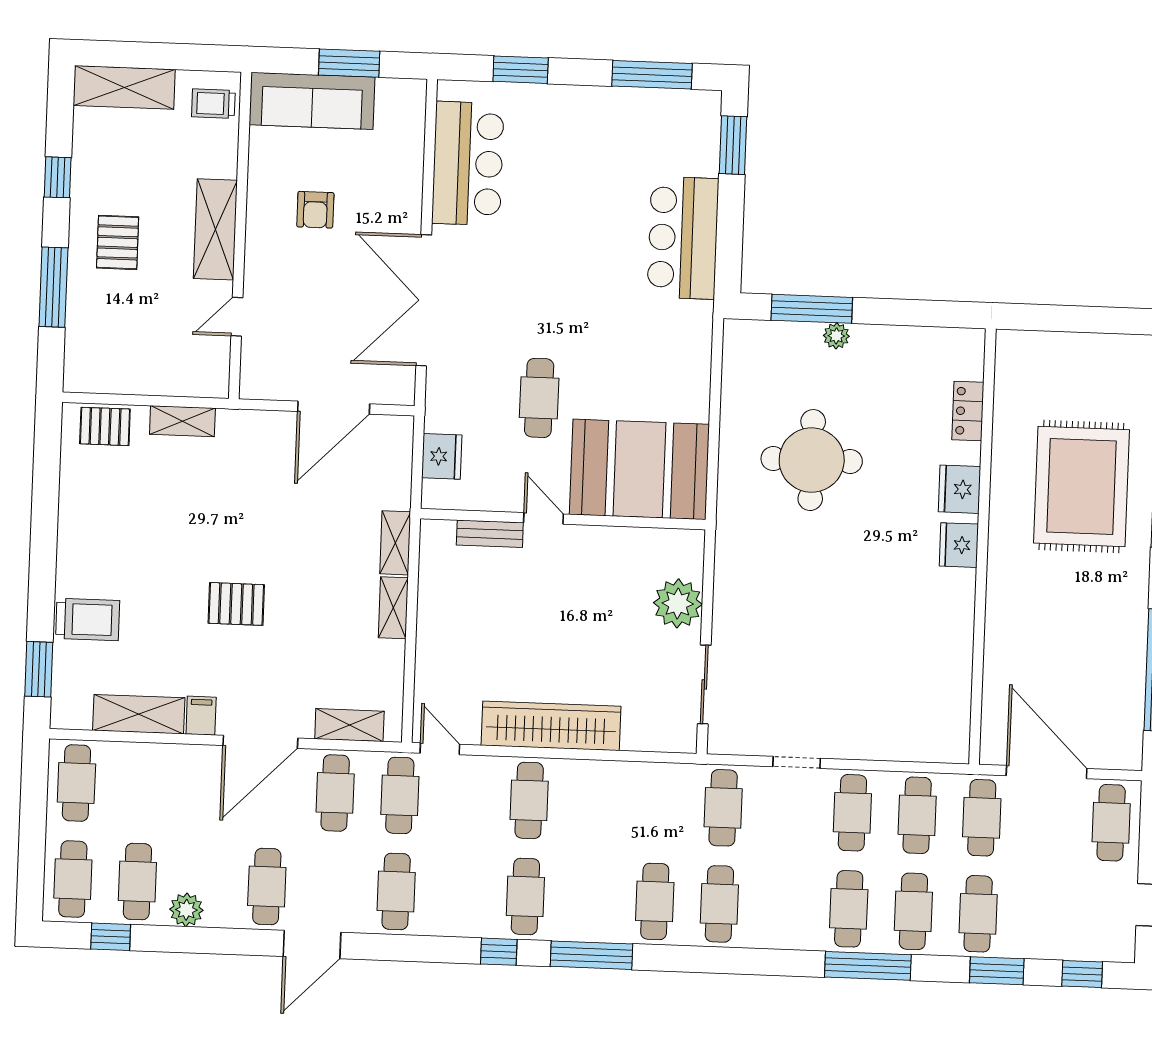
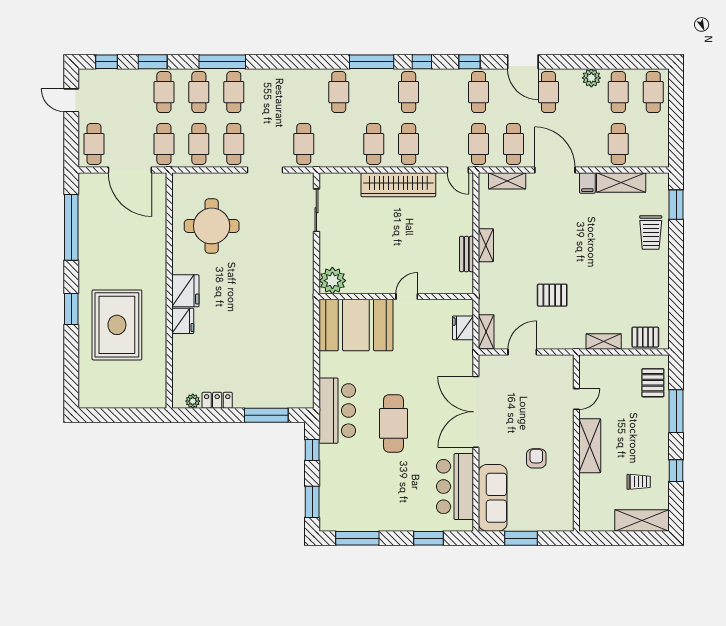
sofa: (312, 101) -> (493, 498), moved, turned 90
trolley: (213, 104) -> (639, 482), moved
bar counter: (683, 238) -> (337, 411), moved
window: (729, 241) -> (312, 450), added
pallet: (118, 242) -> (653, 383), moved
double door: (424, 300) -> (476, 412), swing flipped
plant: (836, 336) -> (193, 401), moved
cafe table: (539, 398) -> (393, 423), moved, width x1.37, depth x1.35
door: (334, 408) -> (522, 352), width x0.73
locker: (968, 411) -> (217, 400), moved, turned -90
round table: (812, 460) -> (212, 226), moved
door: (543, 518) -> (407, 297), swing flipped
bench: (490, 534) -> (466, 254), moved, turned 90
shelving: (395, 543) -> (486, 332), moved
fridge: (959, 545) -> (185, 291), width x1.36, depth x1.34
plant: (678, 603) -> (332, 281), moved
pallet: (236, 604) -> (552, 295), moved
trolley: (88, 619) -> (651, 232), turned -90
door: (260, 742) -> (555, 170), hinge flipped
doorway: (797, 762) -> (265, 170), width x1.38
cafe table: (76, 783) -> (618, 144), moved
cafe table: (719, 904) -> (374, 144), moved
window: (111, 937) -> (470, 62), moved
door: (312, 944) -> (523, 62), swing flipped

